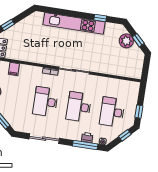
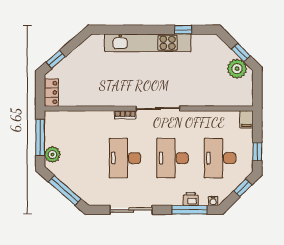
plant: (126, 41) -> (237, 69), moved
filing cabinet: (14, 69) -> (246, 119), moved

